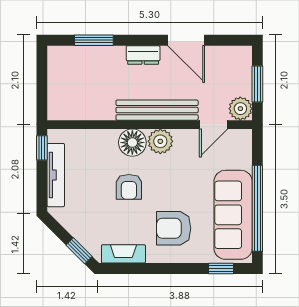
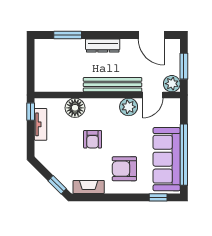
door: (186, 40) -> (151, 35), moved
dresser: (143, 55) -> (103, 45), width x1.44
plant: (160, 141) -> (129, 107), moved
floor lamp: (132, 143) -> (75, 108), moved
tv unit: (56, 175) -> (41, 124), width x0.71

